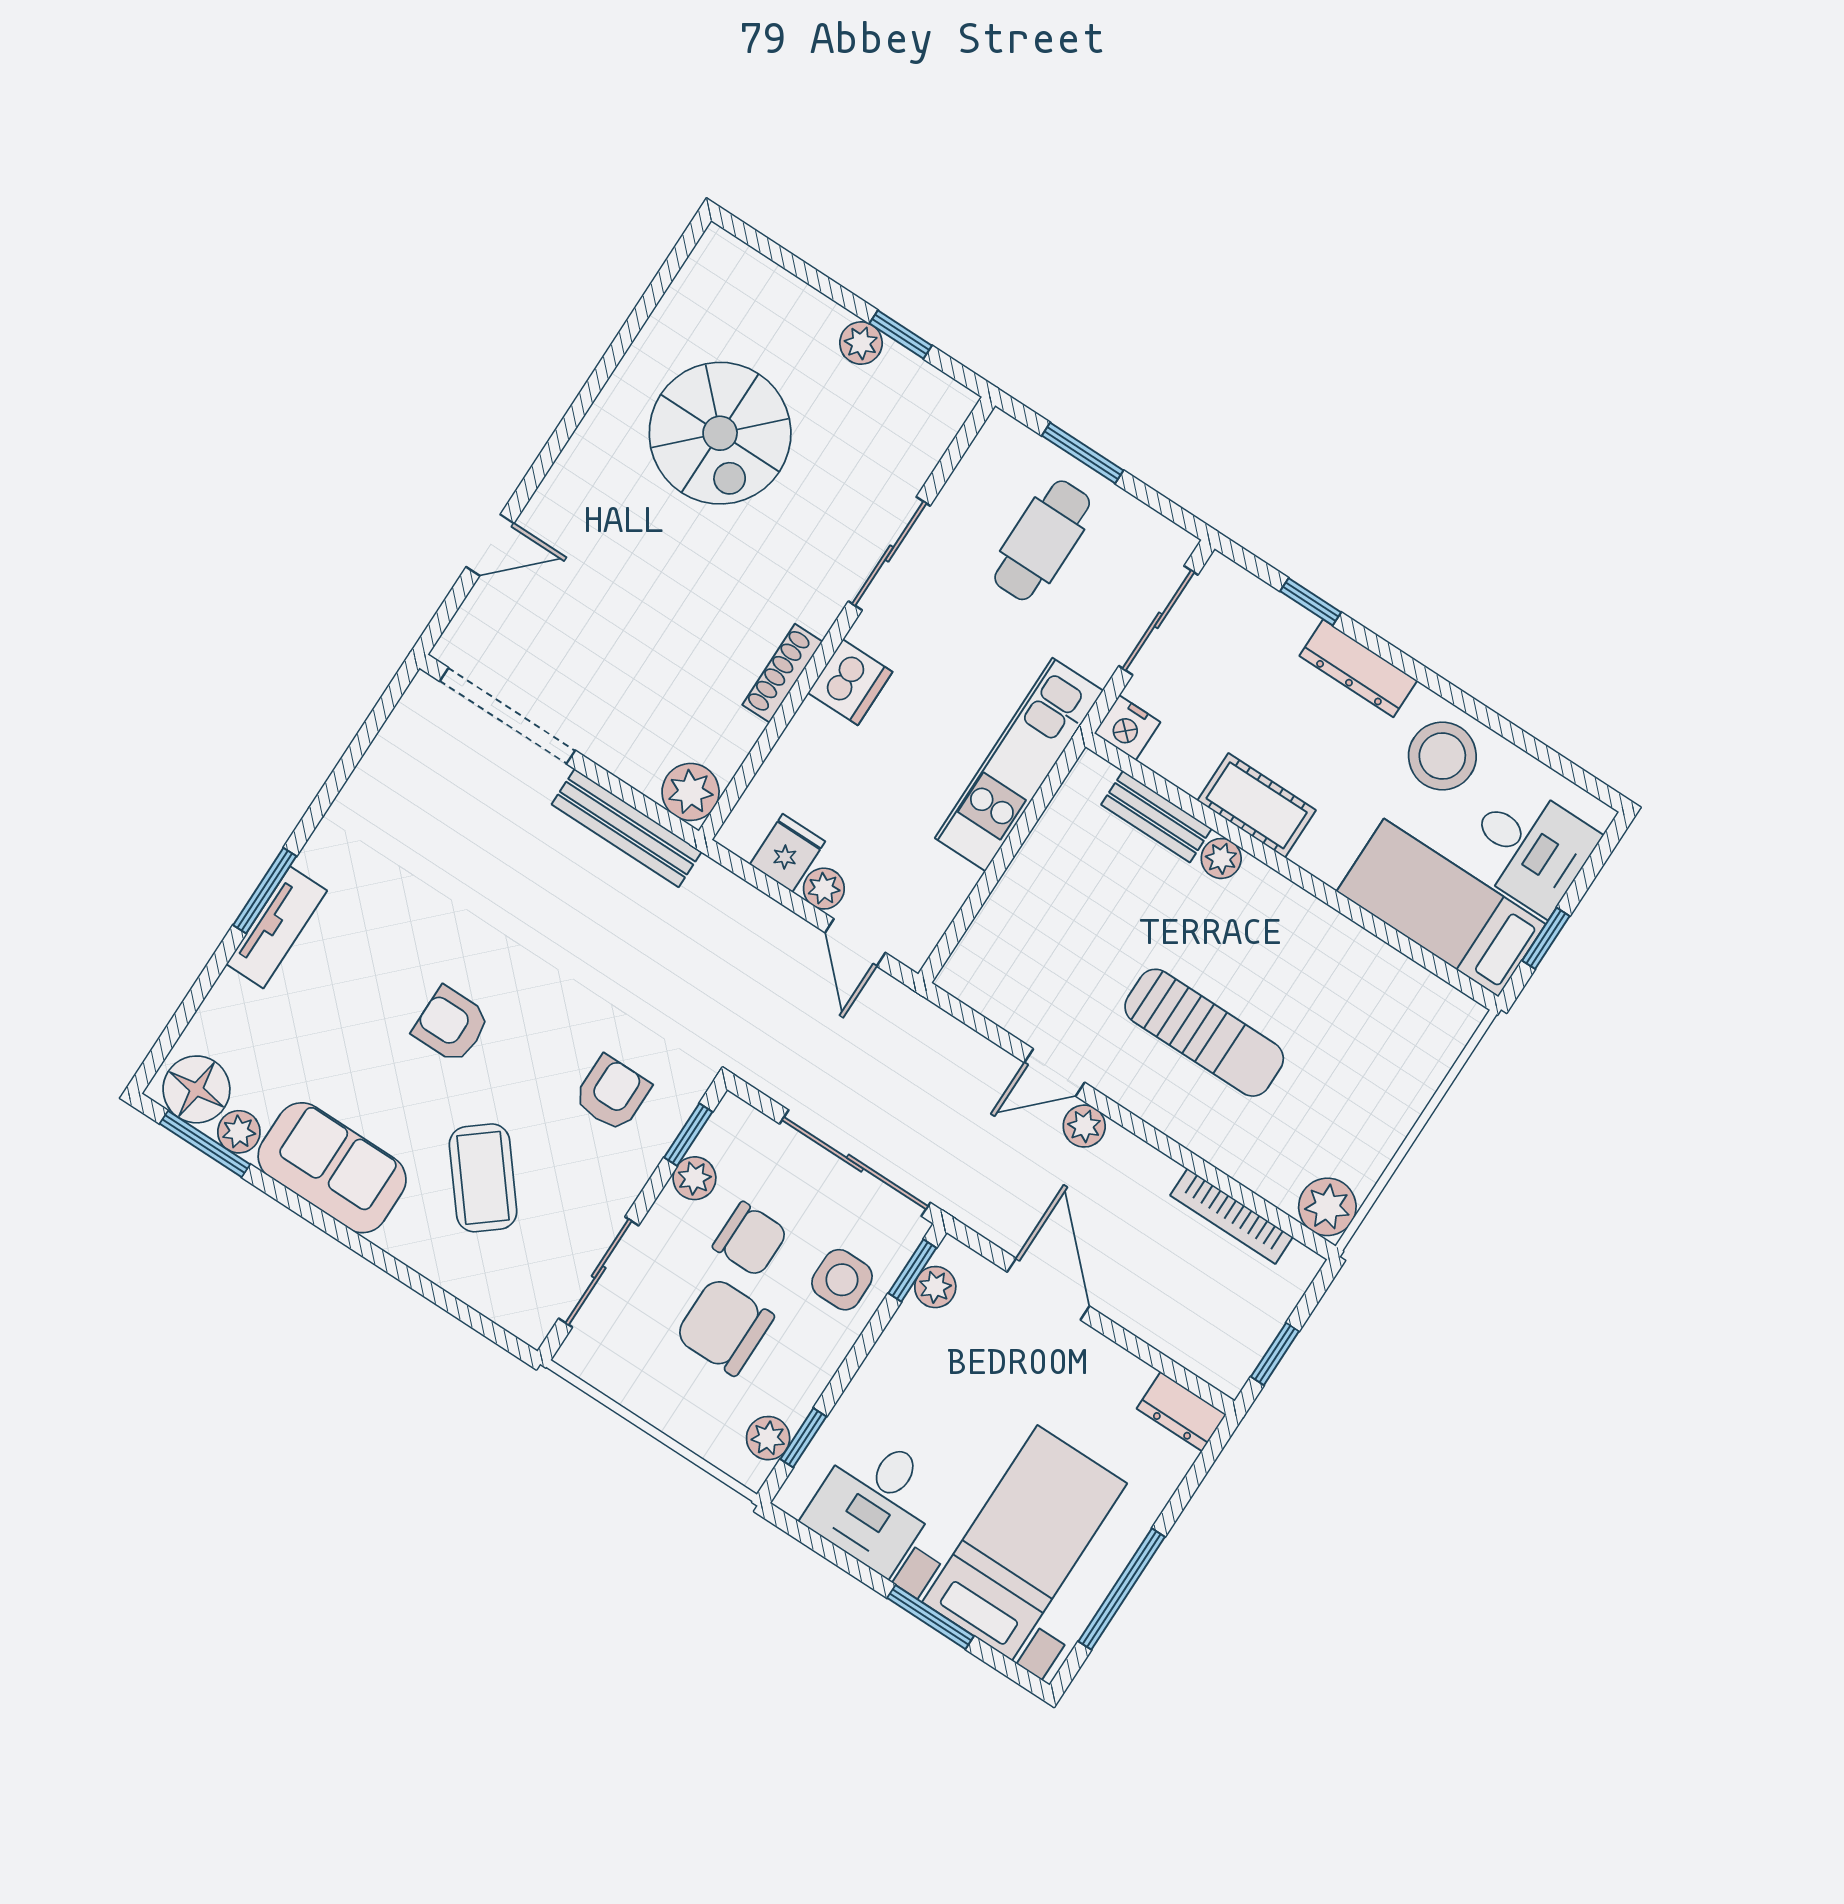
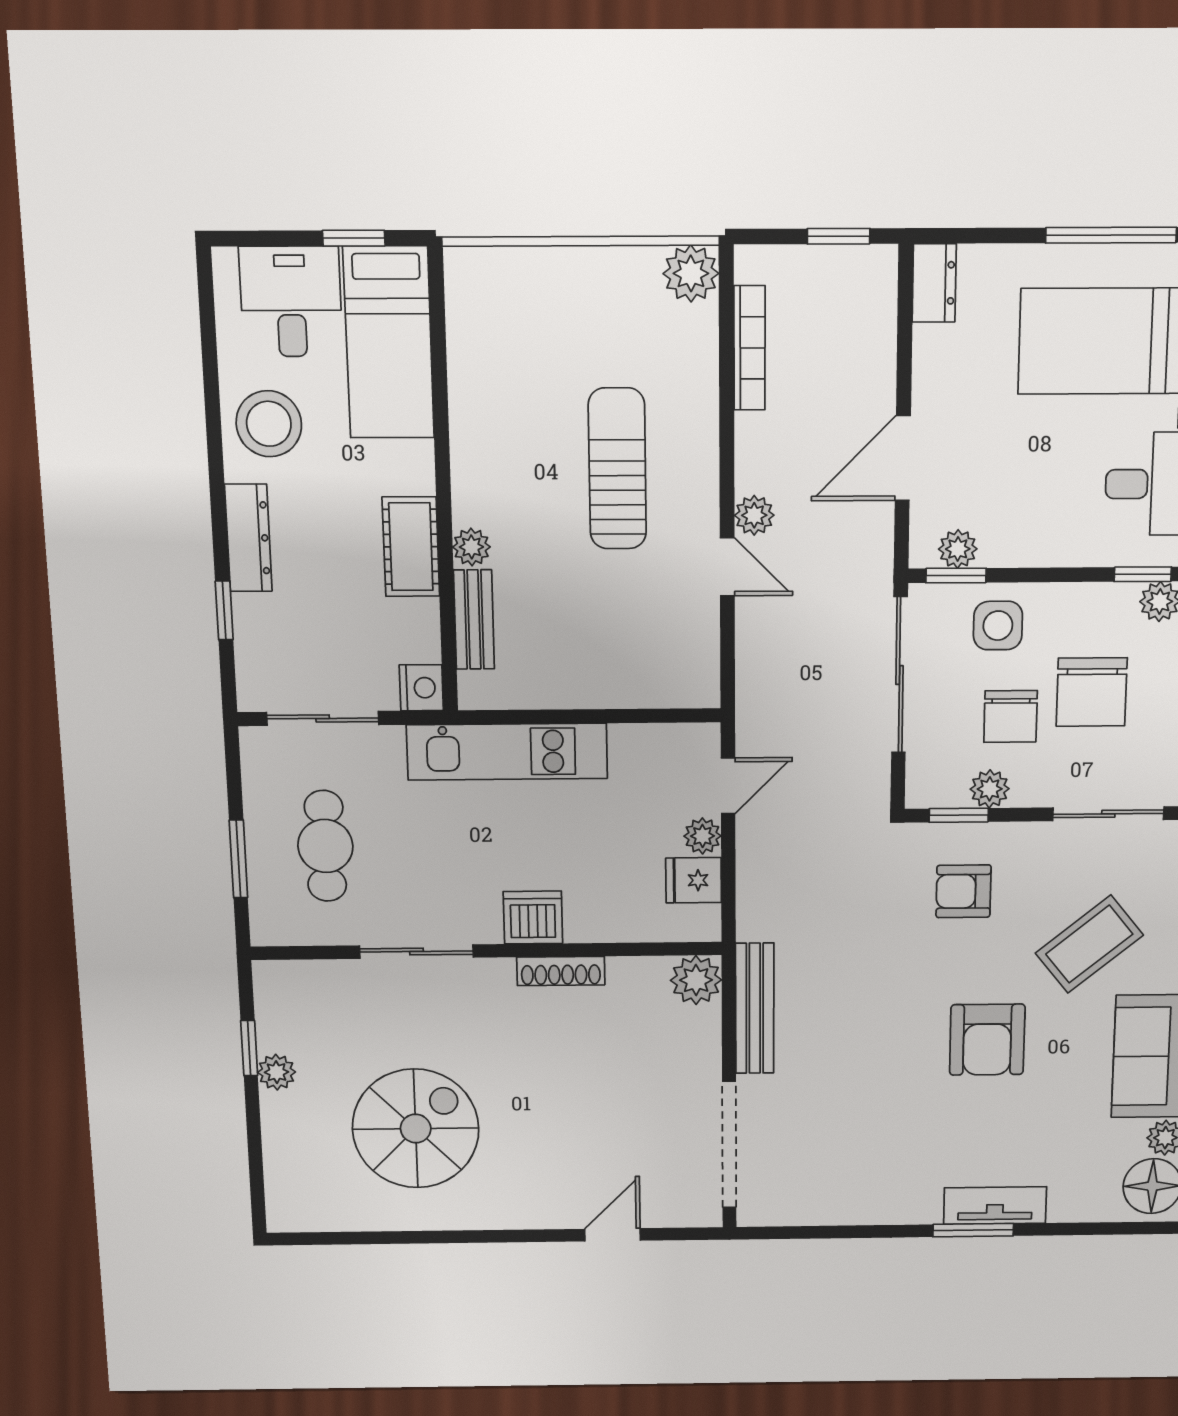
cafe table: (1042, 540) -> (325, 846), turned 90
door: (490, 545) -> (613, 1235), hinge flipped
armchair: (451, 1025) -> (987, 1040), width x1.38, depth x1.38
chair: (750, 1239) -> (1011, 716), turned 180

